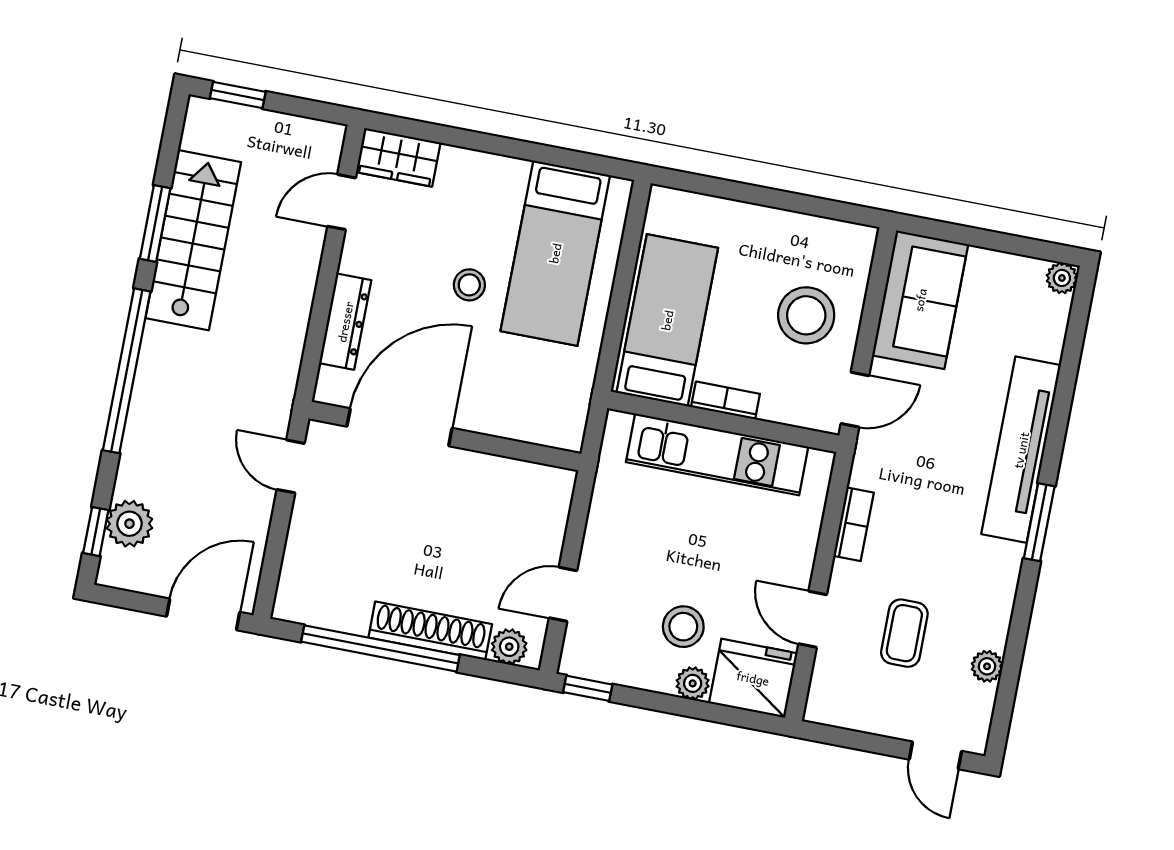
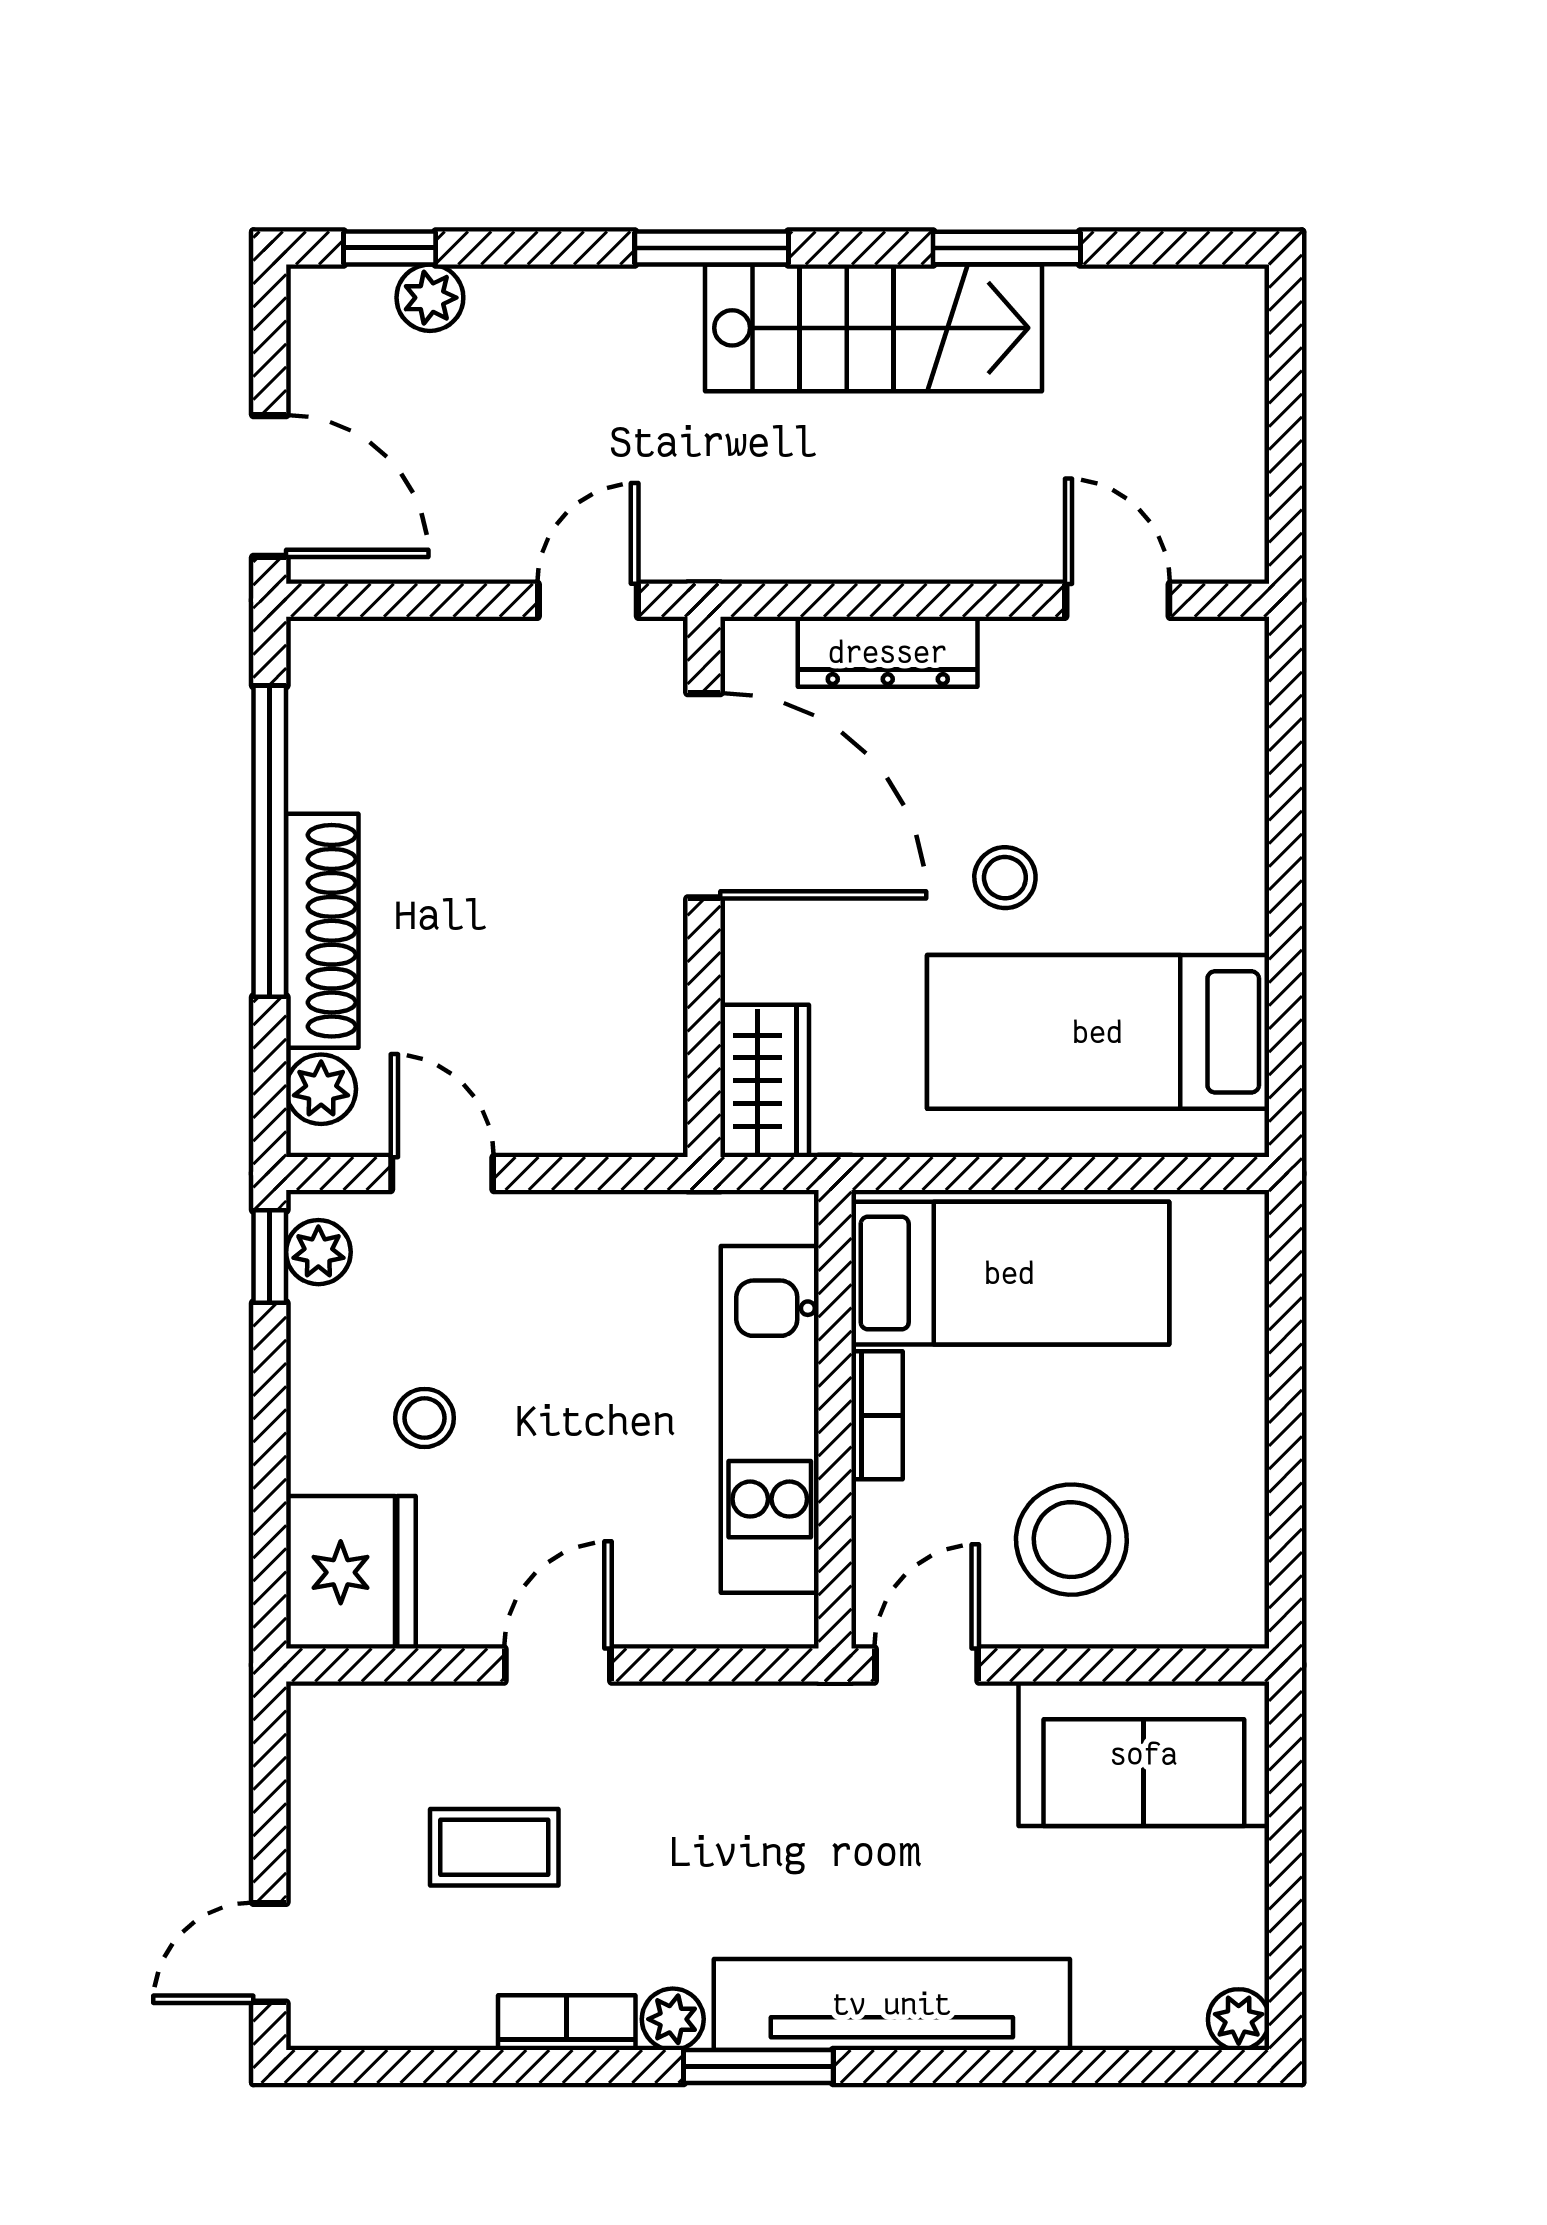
window: (238, 95) -> (1285, 360), removed
wardrobe: (398, 157) -> (765, 1081), moved, turned 180
stairs: (193, 240) -> (874, 328), moved
window: (127, 371) -> (712, 248), width x0.47
door: (855, 400) -> (927, 1665), swing flipped
plant: (129, 524) -> (430, 298), width x0.73, depth x0.73
bookcase: (854, 524) -> (567, 2023), moved, turned 180
door: (813, 619) -> (558, 1665), moved
stool: (683, 627) -> (425, 1418), width x0.73, depth x0.73
plant: (987, 666) -> (673, 2019), moved
plant: (693, 683) -> (318, 1252), moved

